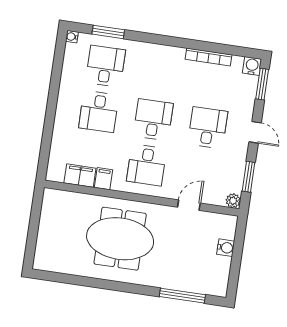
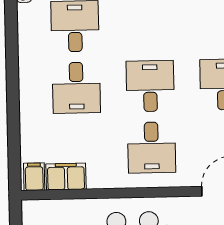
filing cabinet: (103, 179) -> (34, 177), moved

